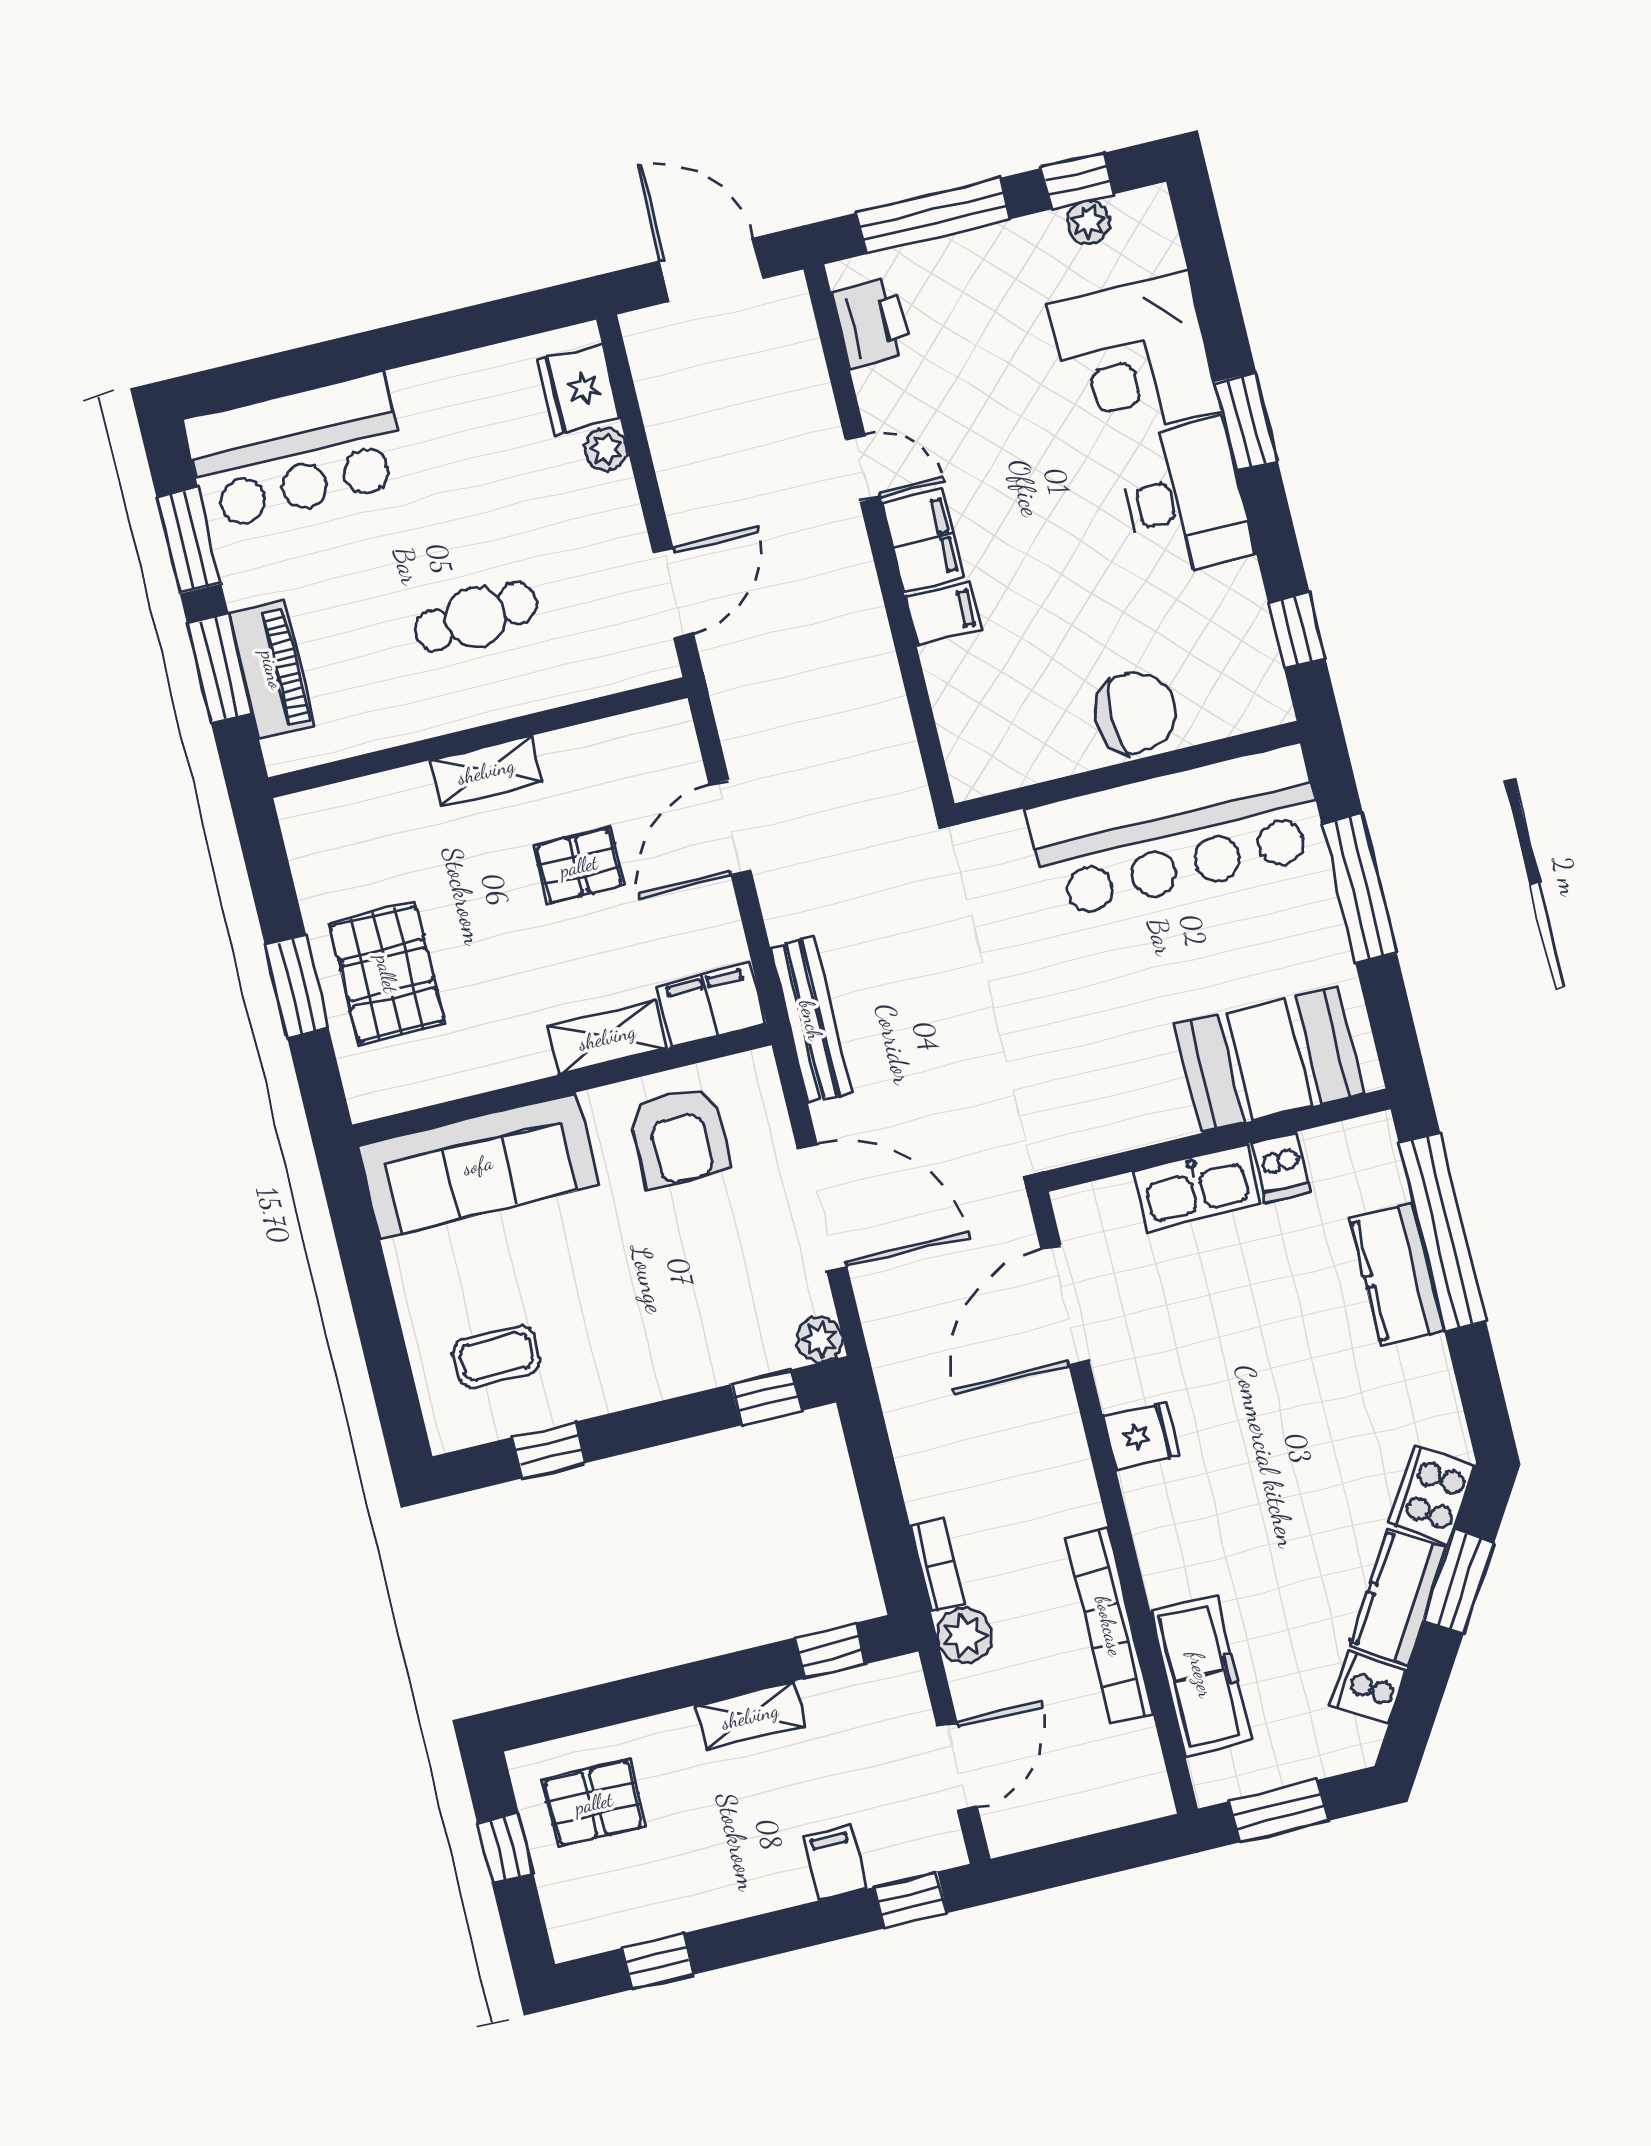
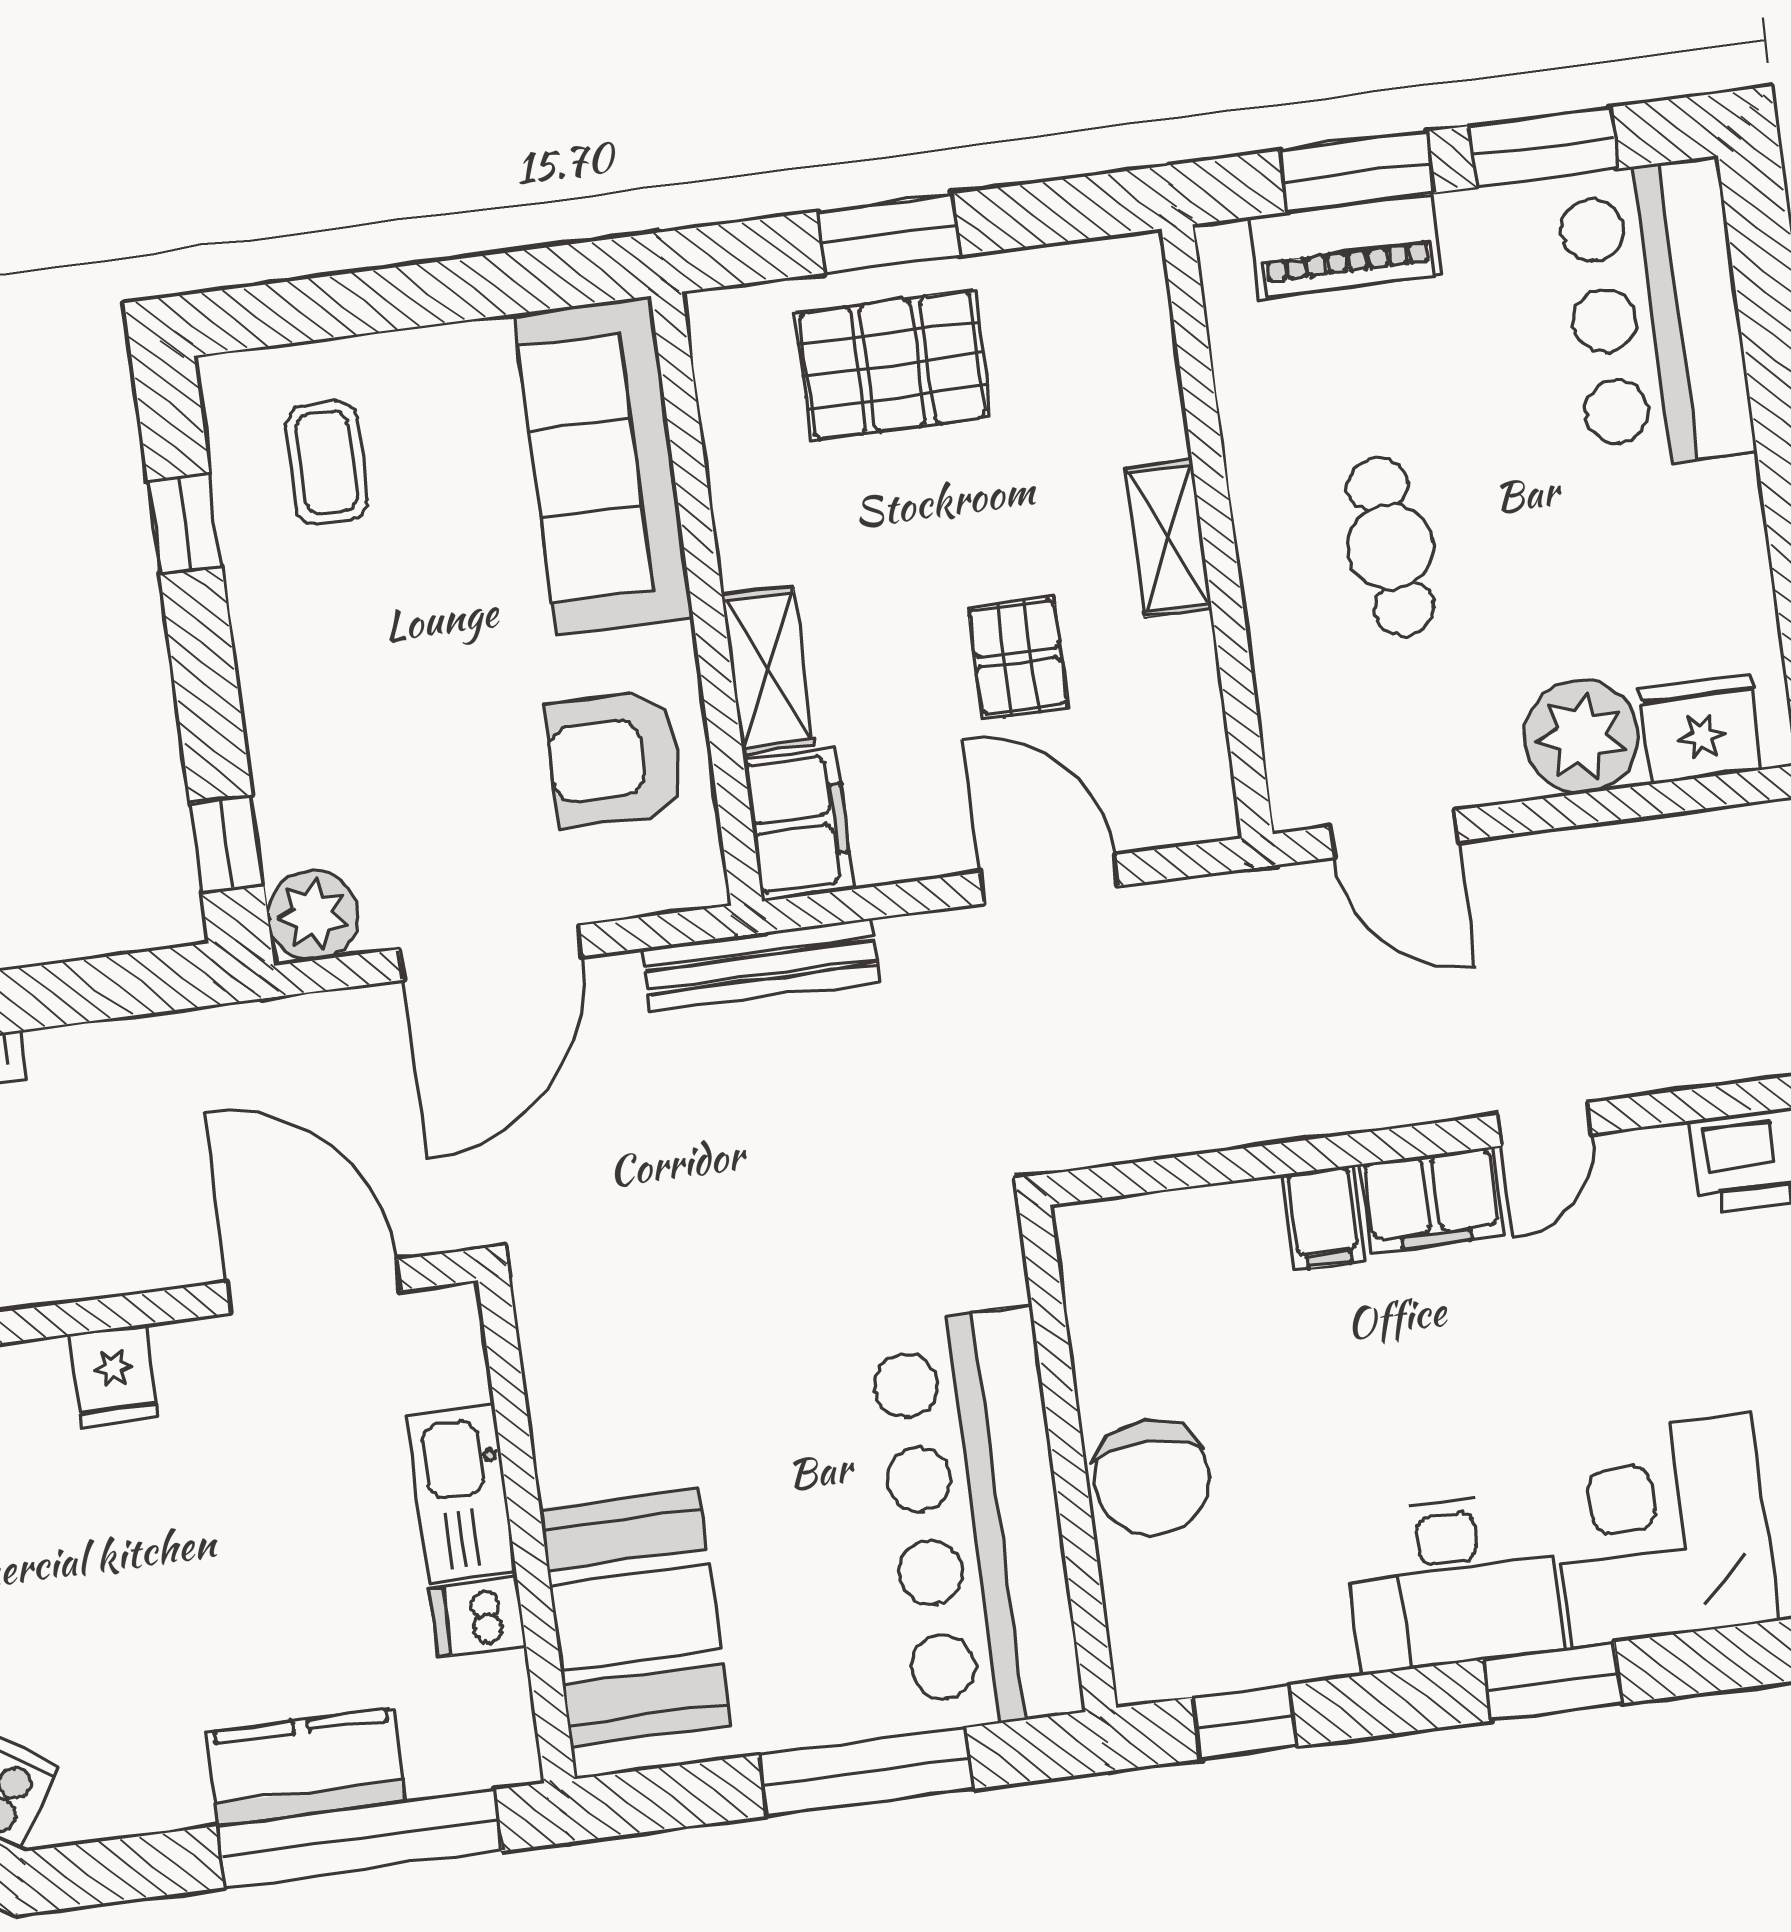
plant: (606, 449) -> (1581, 736), width x1.87, depth x1.87
plant: (820, 1339) -> (313, 915), width x1.38, depth x1.38

